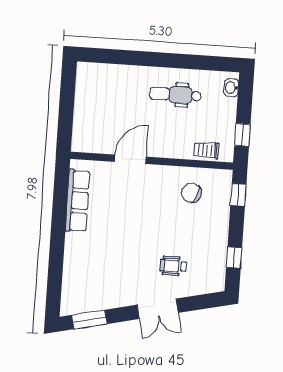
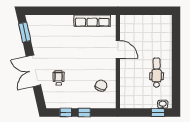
window: (242, 135) -> (158, 112), moved
trolley: (206, 150) -> (126, 92), removed
window: (238, 195) -> (84, 112), moved
double door: (158, 309) -> (33, 71), width x1.37

